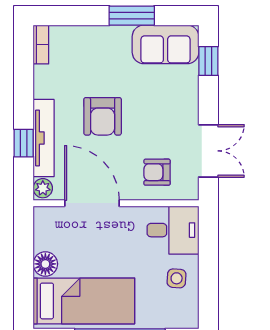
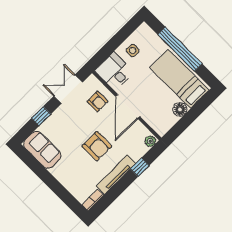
window: (132, 16) -> (44, 175), removed
window: (208, 61) -> (41, 116), moved
armchair: (103, 116) -> (97, 146), turned 90
tv unit: (44, 138) -> (116, 175), moved
door: (92, 203) -> (128, 106), moved

